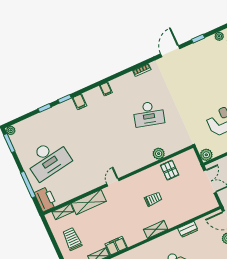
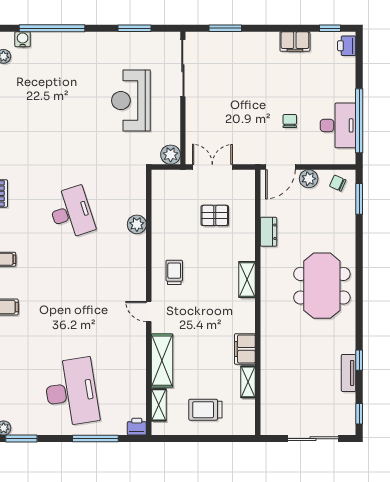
desk: (149, 114) -> (71, 213), turned -33
pallet: (170, 170) -> (215, 215), moved
printer: (45, 199) -> (137, 427), width x0.53, depth x0.68
trolley: (153, 199) -> (174, 272), moved

